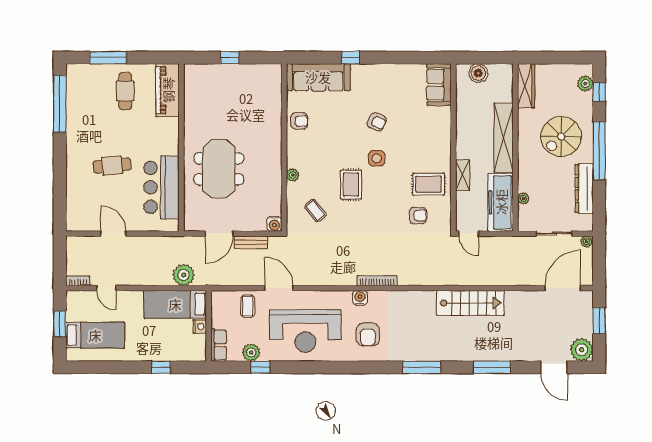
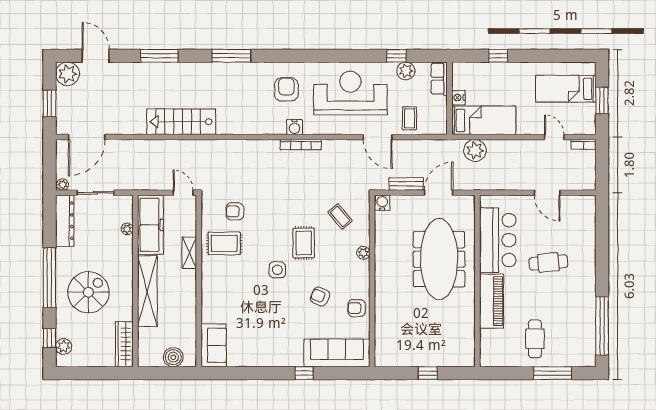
piano: (168, 90) -> (492, 301), moved
armchair: (377, 122) -> (320, 297), moved
meeting table: (219, 169) -> (439, 259), width x1.36
dresser: (584, 189) -> (65, 221), moved
bookcase: (377, 281) -> (301, 145), moved

